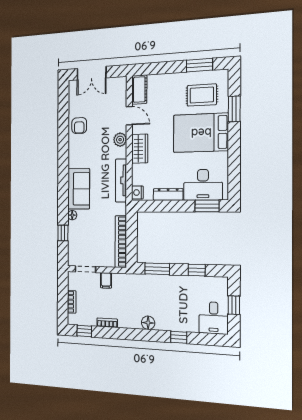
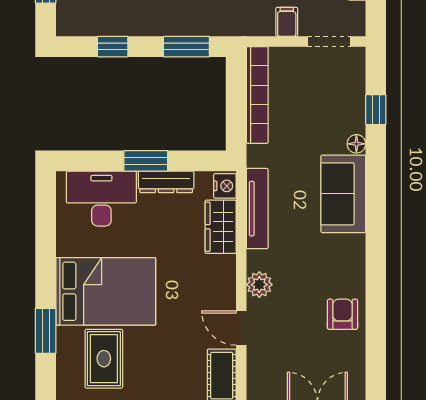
rug: (202, 95) -> (104, 359), turned 90
wardrobe: (140, 149) -> (221, 227), moved
window: (207, 206) -> (146, 161), moved

